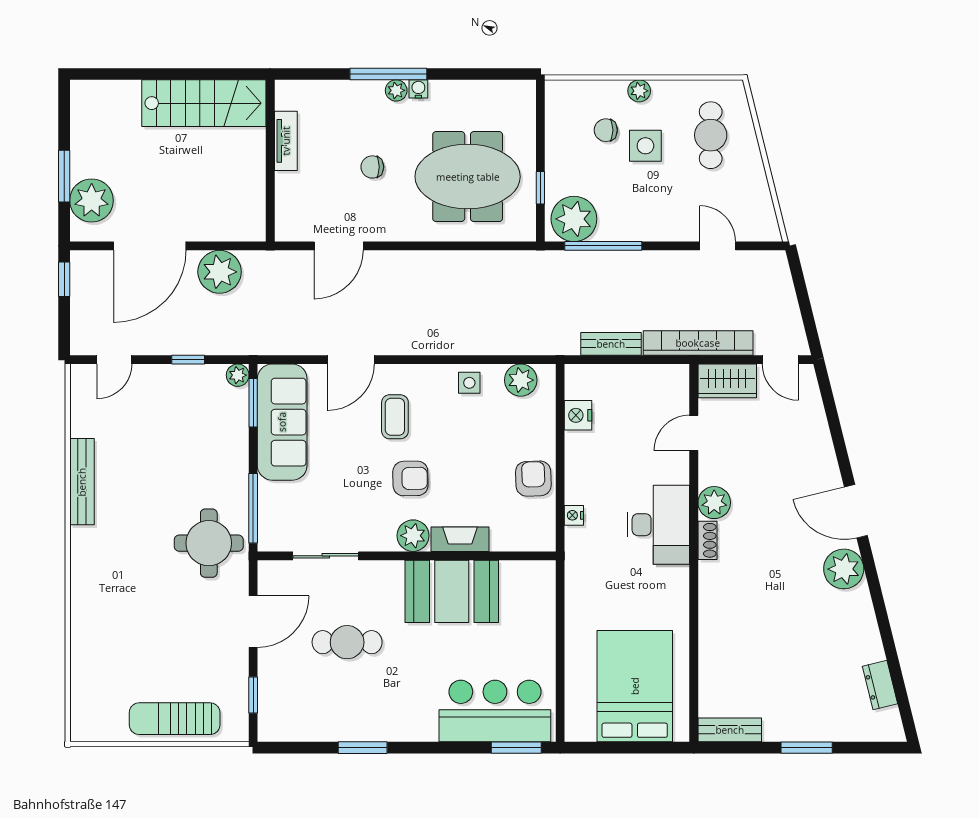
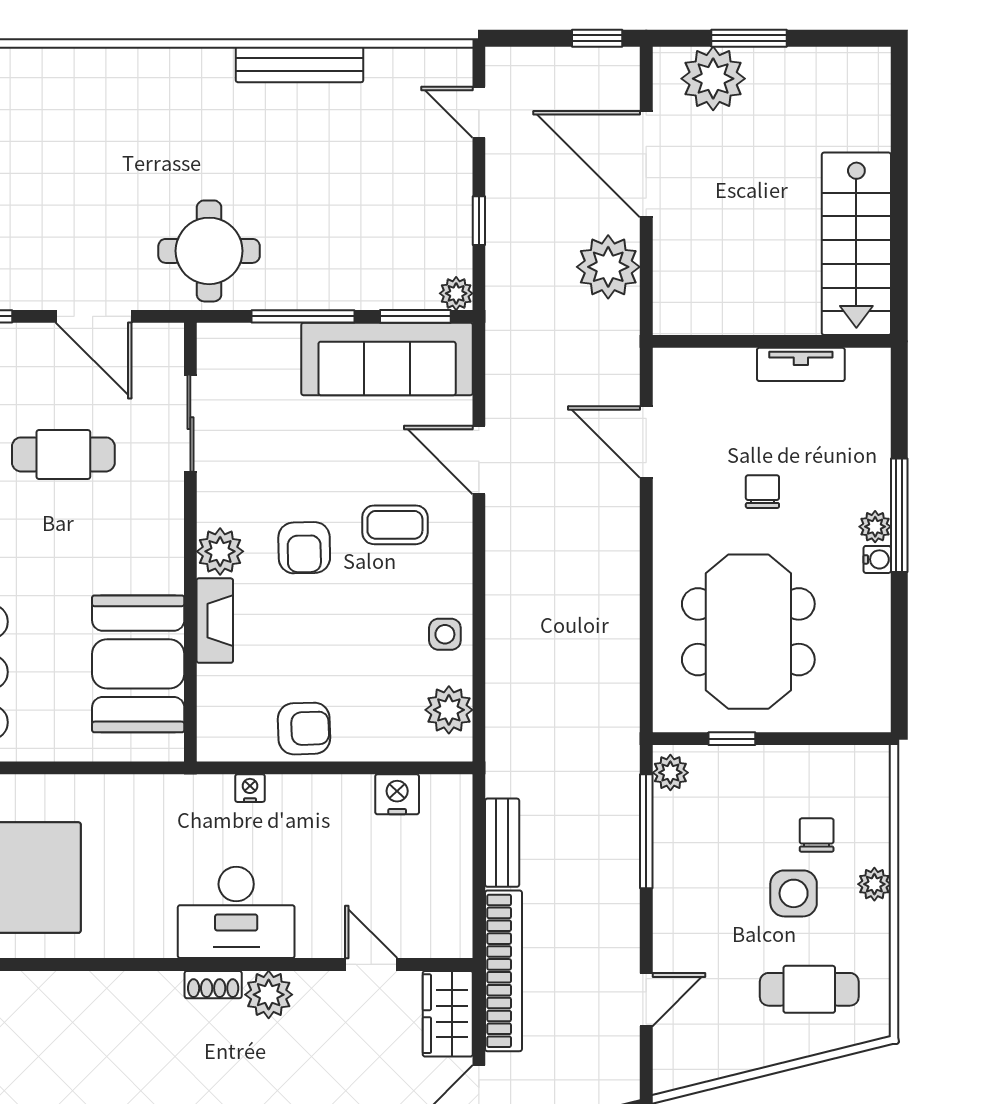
plant: (574, 219) -> (670, 773), width x0.53, depth x0.53
window: (253, 508) -> (303, 316), moved
booth: (452, 591) -> (138, 664), moved
cafe table: (347, 642) -> (63, 454), turned 90

